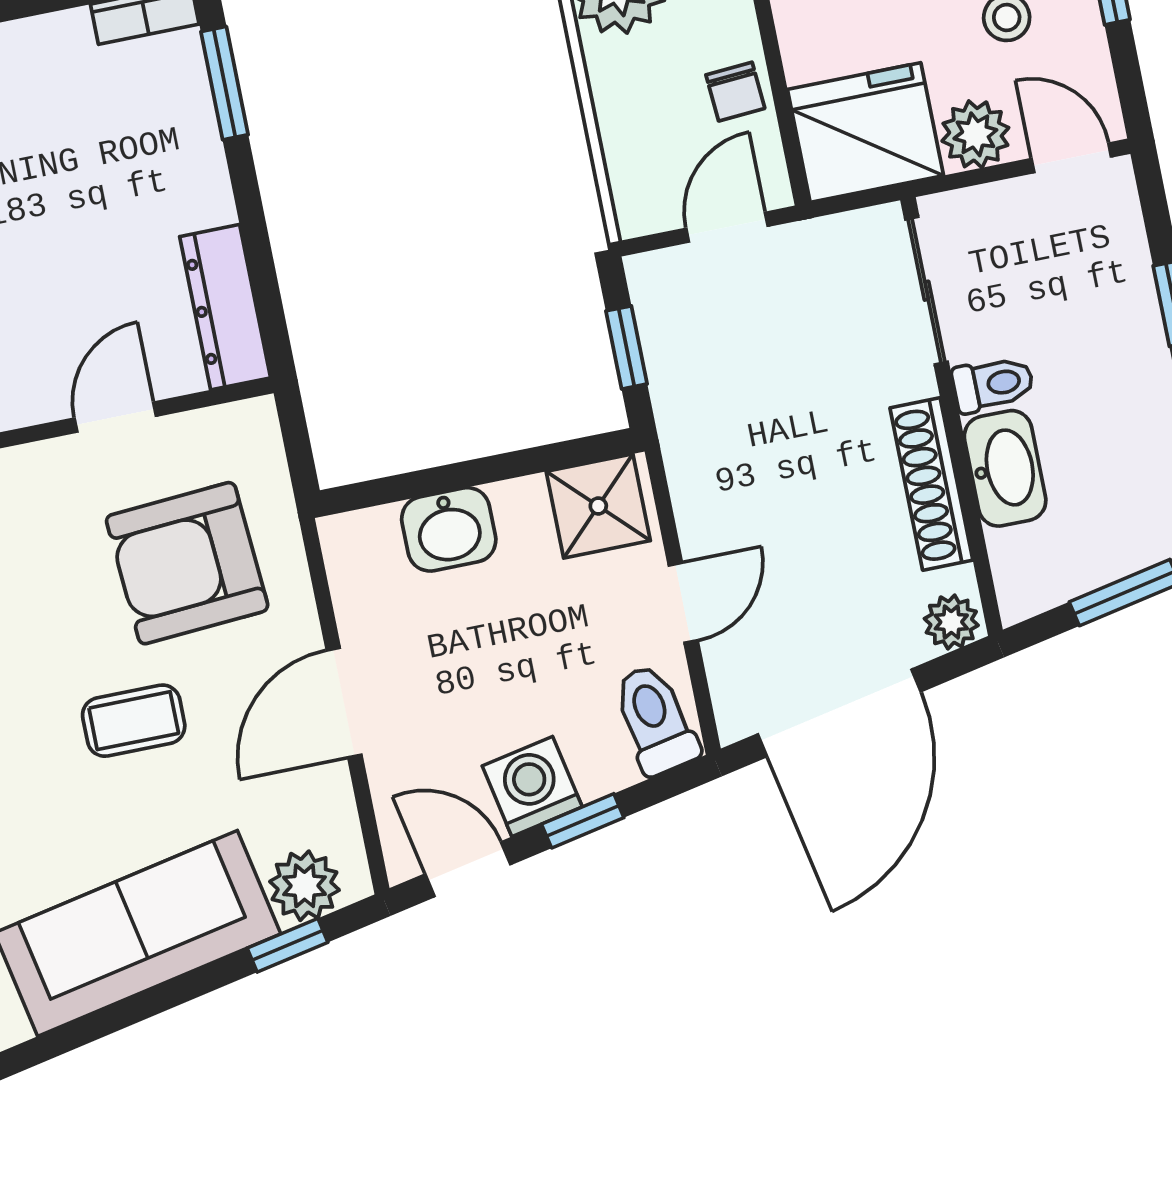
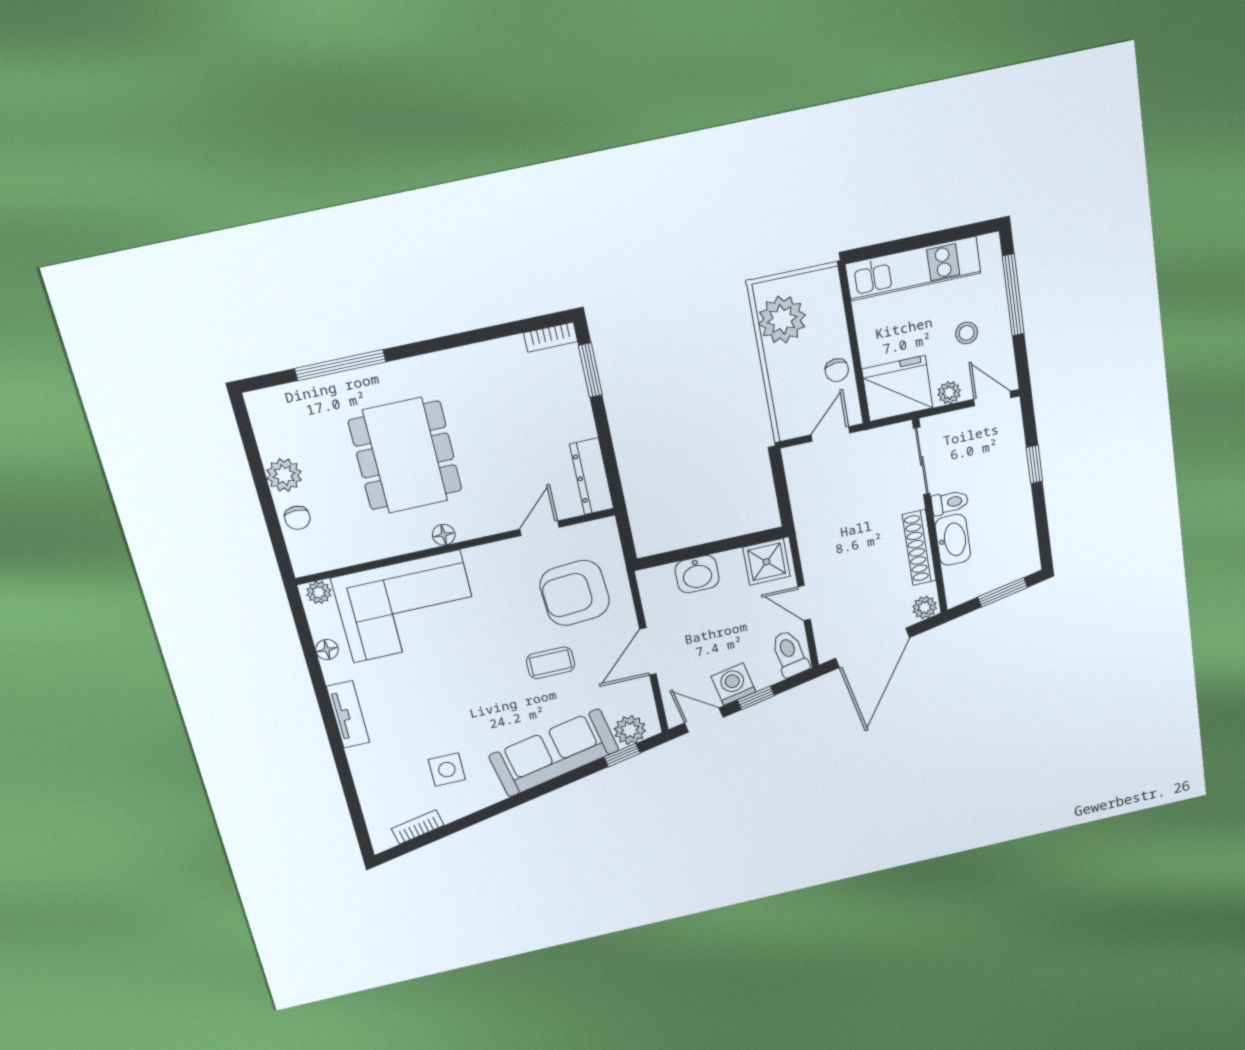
plant: (975, 134) -> (949, 393), width x0.73, depth x0.73
window: (626, 347) -> (782, 490), removed
door: (683, 603) -> (804, 603), swing flipped

